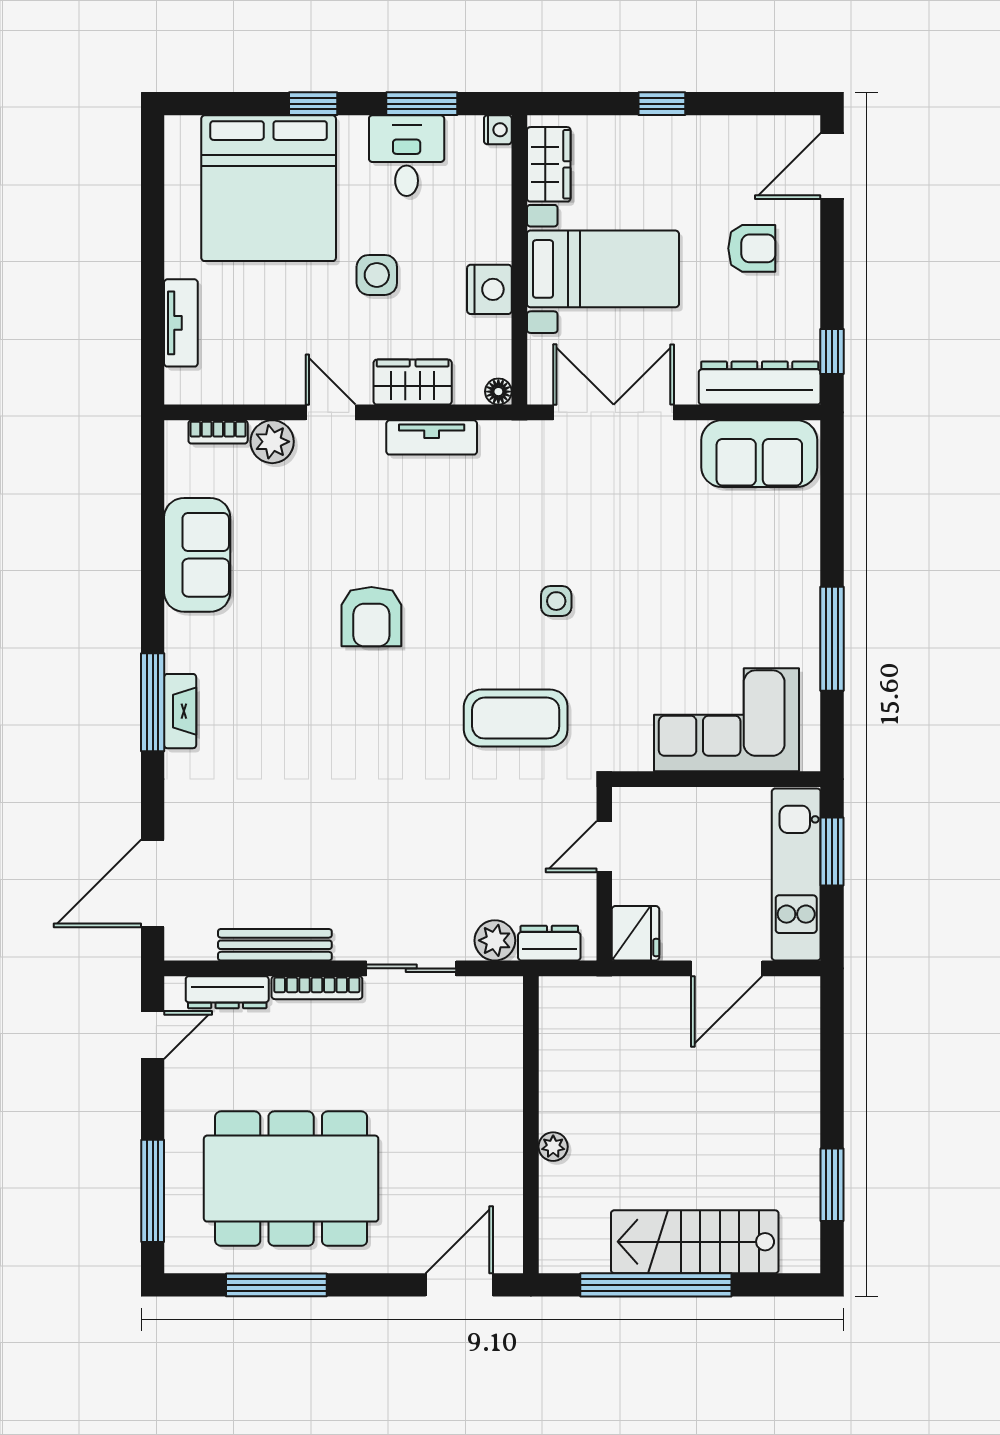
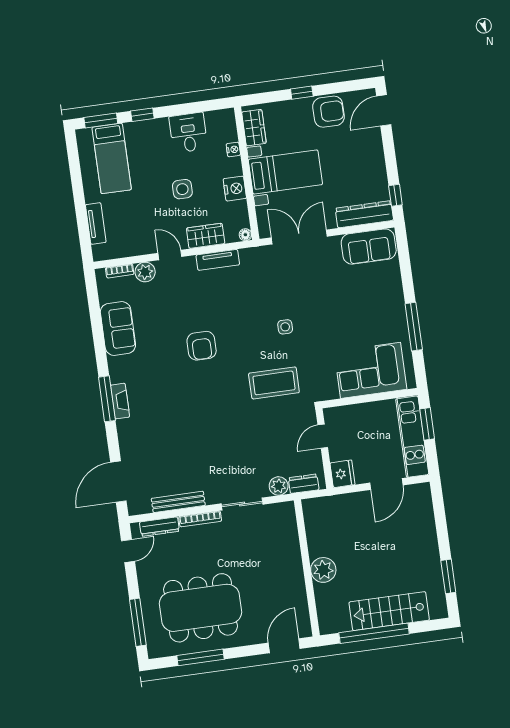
window: (422, 104) -> (101, 121), moved
nightstand: (498, 130) -> (233, 149), moved
bed: (269, 188) -> (112, 158), width x0.49
armchair: (752, 248) -> (328, 112), moved, width x1.38, depth x1.38
plant: (553, 1147) -> (323, 570), width x1.87, depth x1.87

